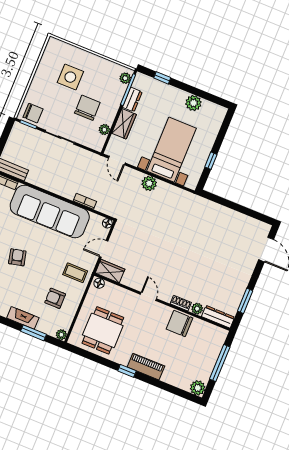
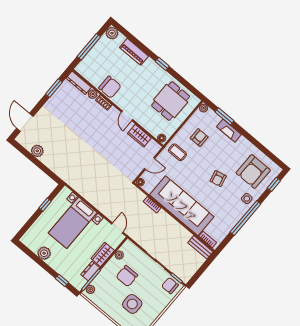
plant: (149, 183) -> (37, 151), moved
wardrobe: (110, 271) -> (139, 136), moved
armchair: (55, 298) -> (199, 138), turned -90
piano: (146, 367) -> (134, 52), moved

